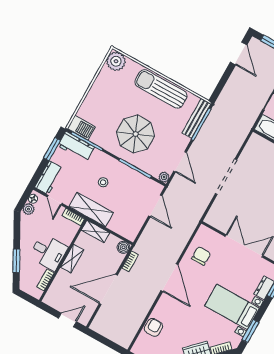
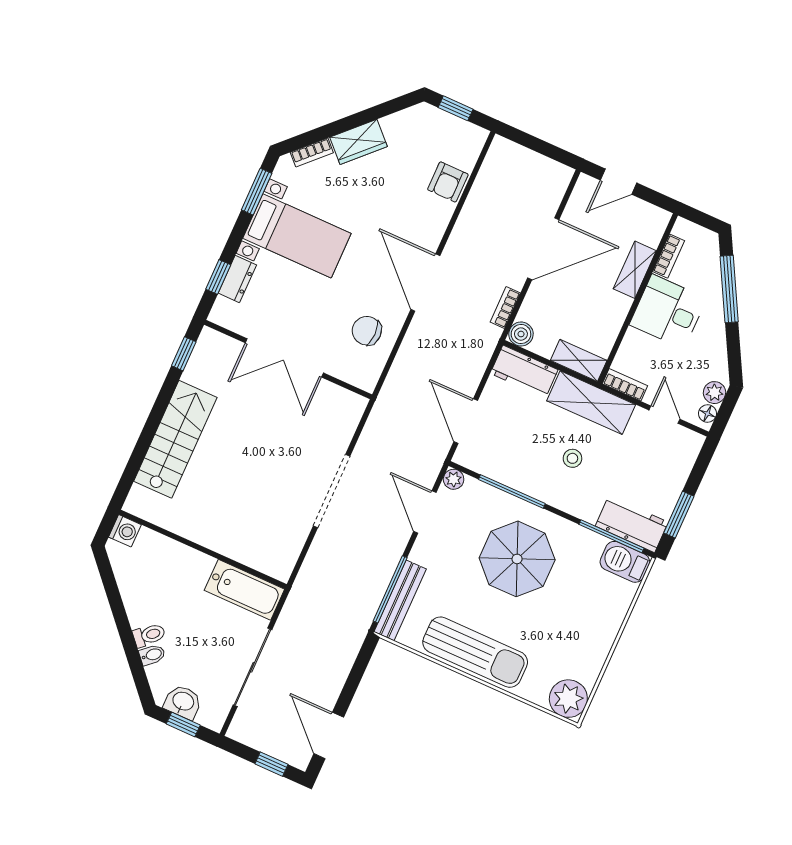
workbench: (49, 178) -> (524, 372), moved, turned -90
chair: (201, 256) -> (367, 331), turned 90
shelving: (72, 258) -> (635, 270), moved
window: (16, 261) -> (729, 289), width x1.44

